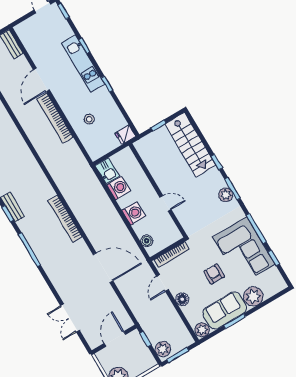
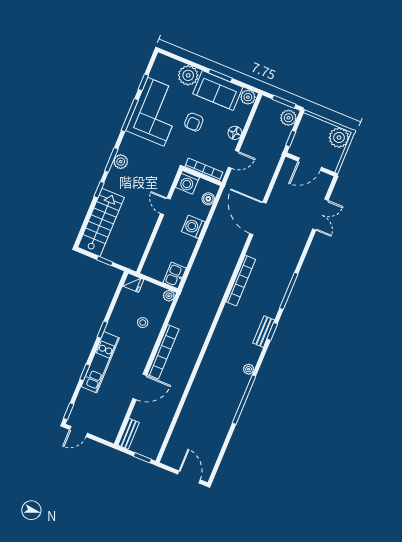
plant: (95, 155) -> (169, 296), added
washing machine: (119, 188) -> (187, 182), moved, turned -90

